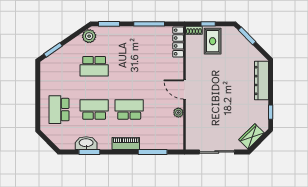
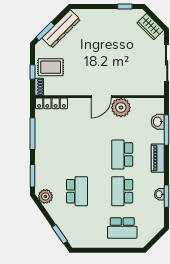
dresser: (261, 81) -> (61, 29), moved, turned -45
plant: (178, 113) -> (121, 107), width x1.88, depth x1.88
washbasin: (86, 143) -> (159, 194), width x0.52, depth x0.69
washbasin: (161, 144) -> (158, 122), added

